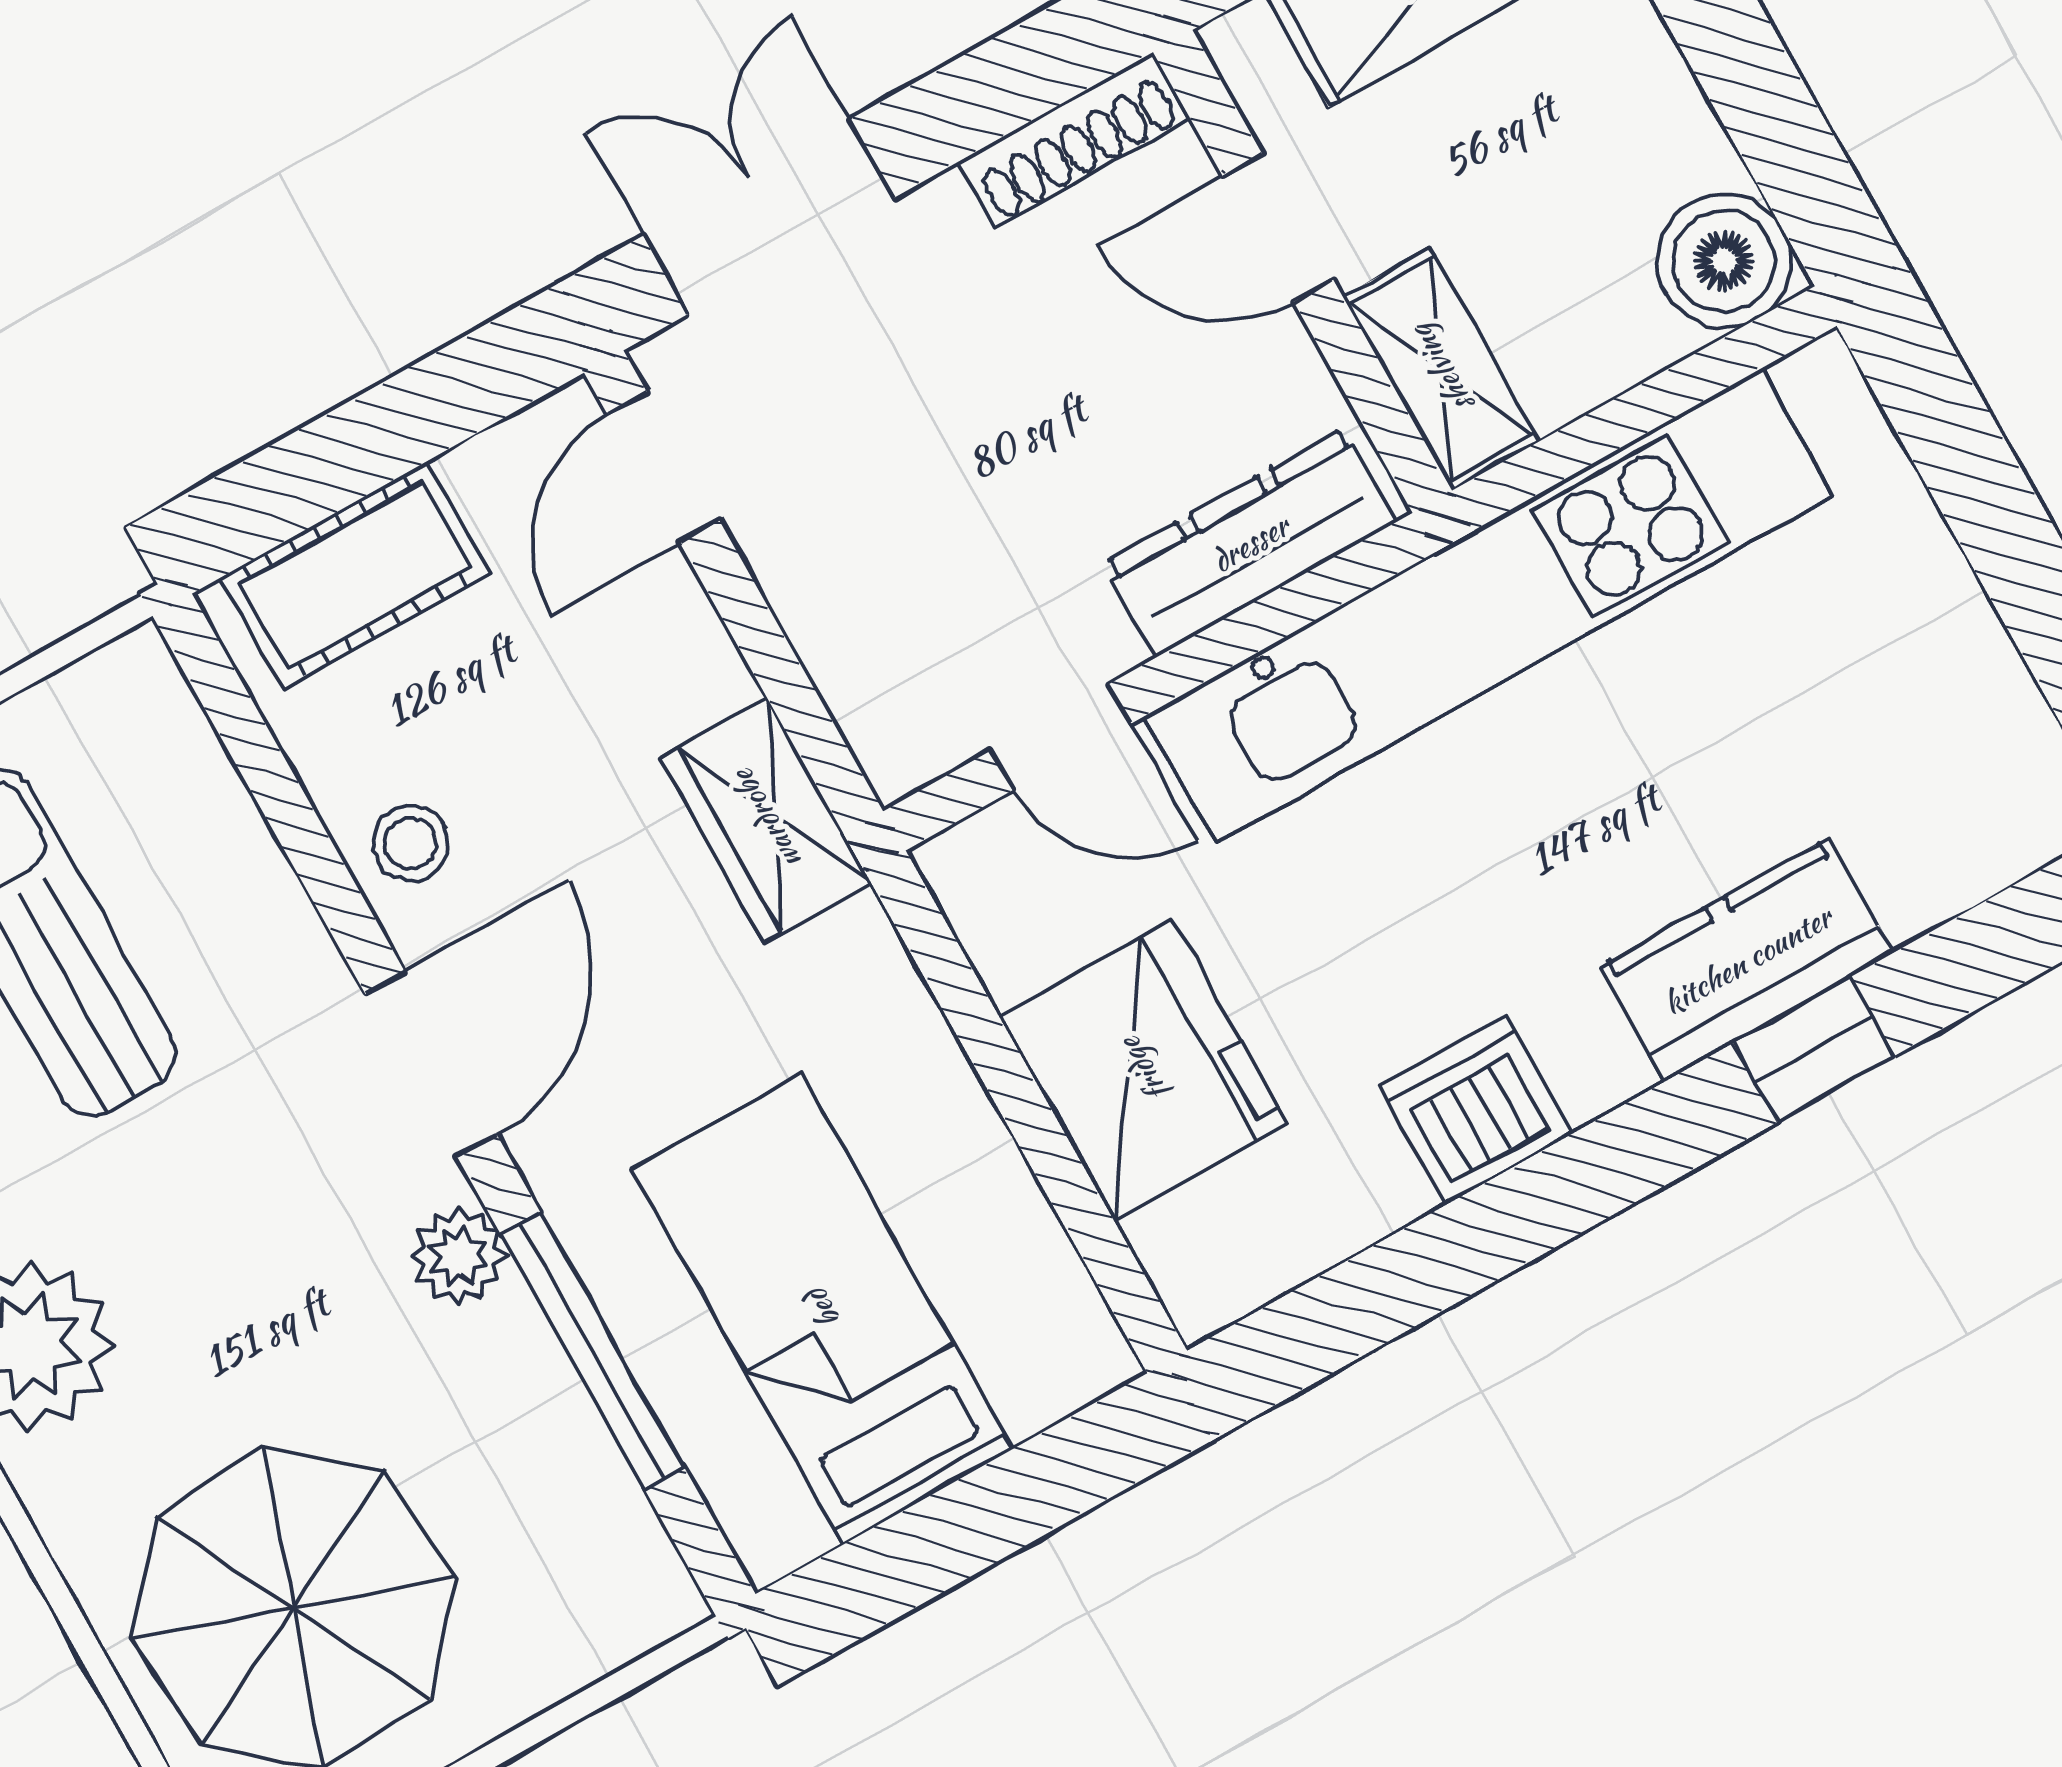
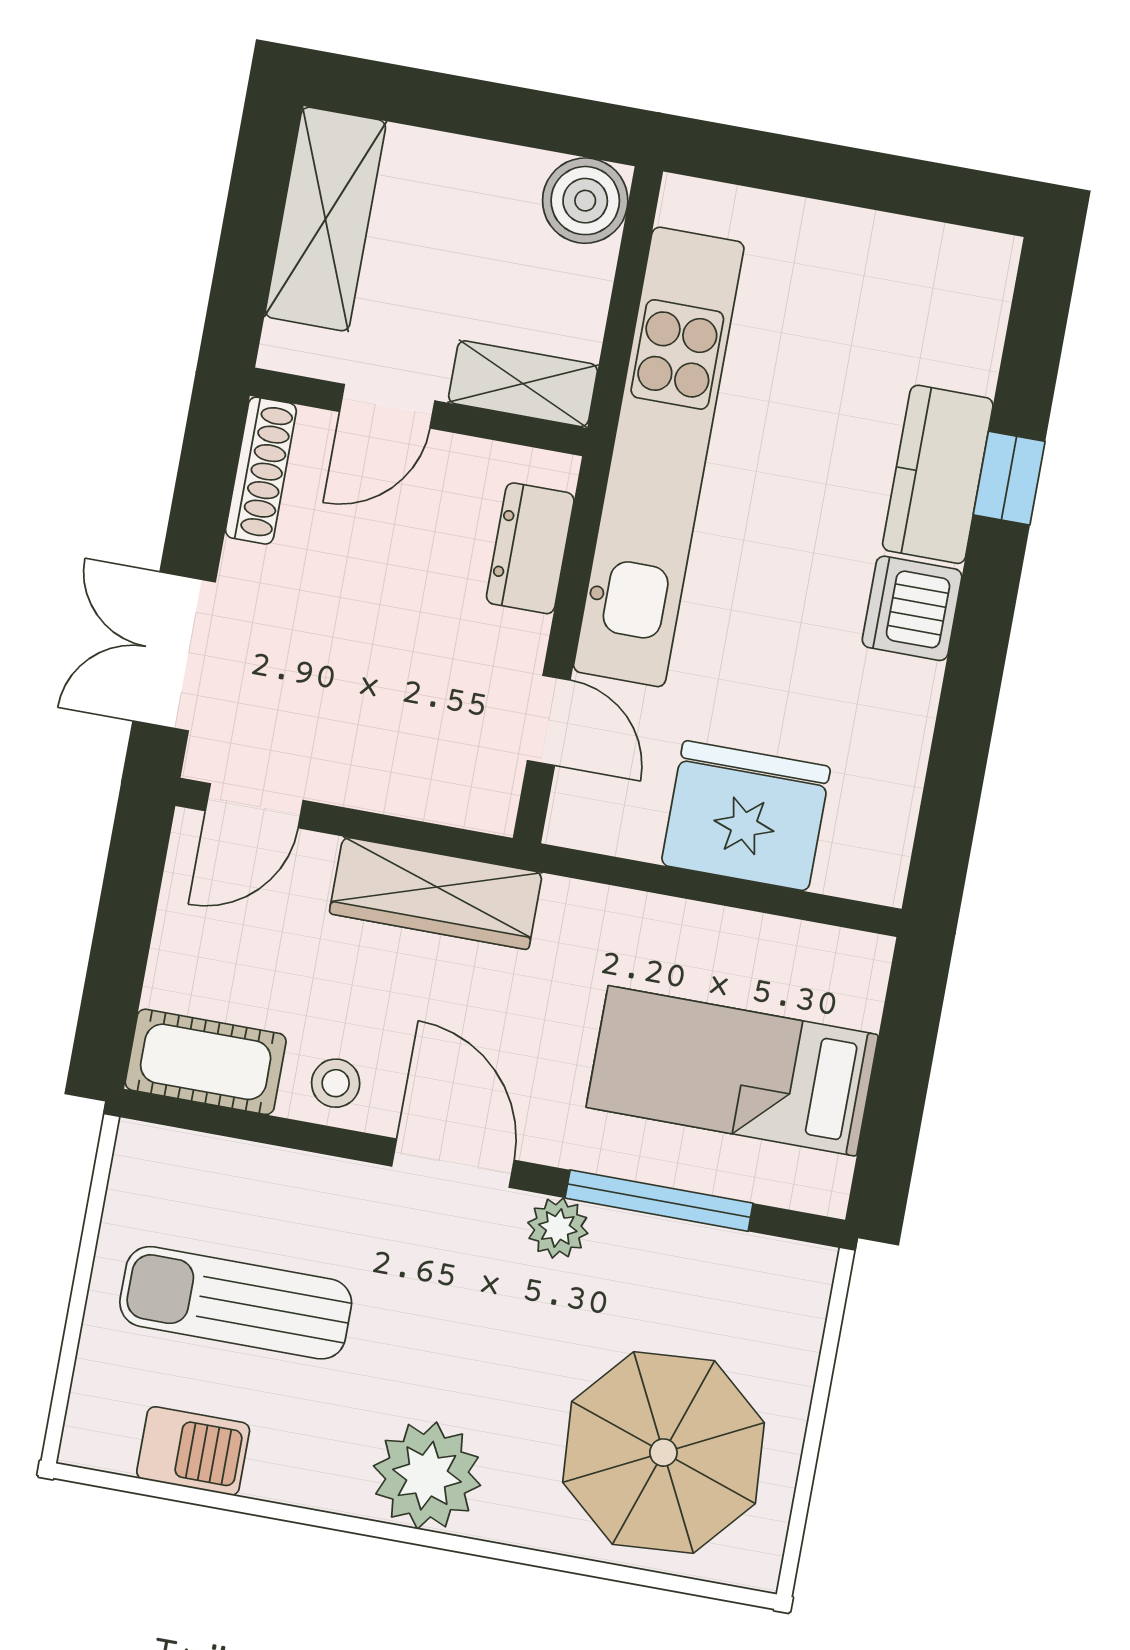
door: (663, 467) -> (254, 806), hinge flipped
dresser: (1250, 543) -> (530, 548), width x0.70
cot: (355, 576) -> (206, 1062), moved, turned 90
door: (1061, 737) -> (549, 720), hinge flipped
wardrobe: (766, 820) -> (436, 893), width x1.50
dishwasher: (1475, 1110) -> (912, 608), moved

